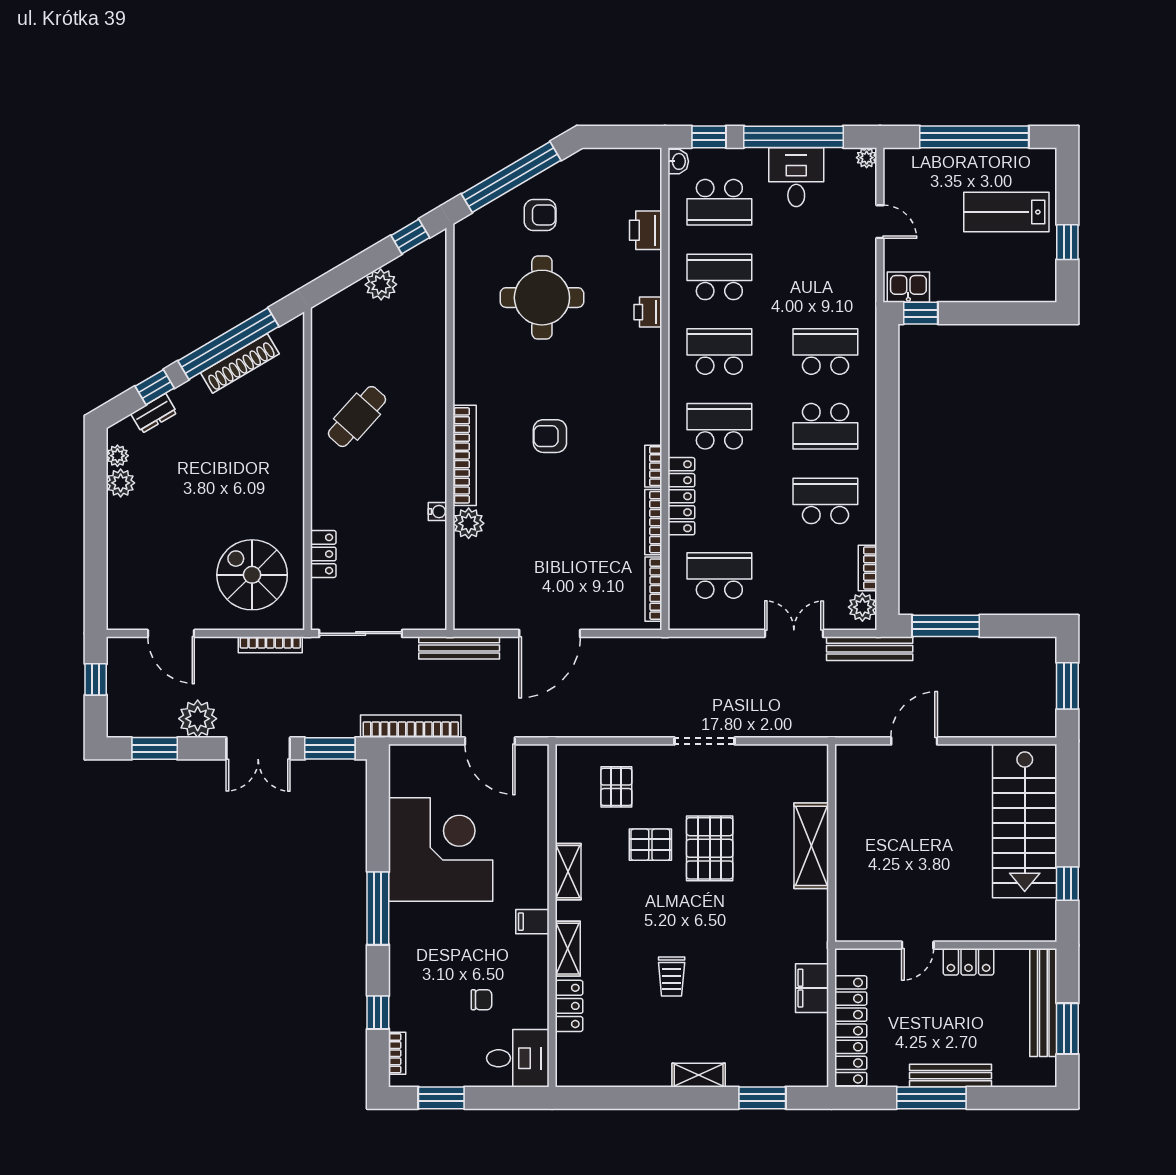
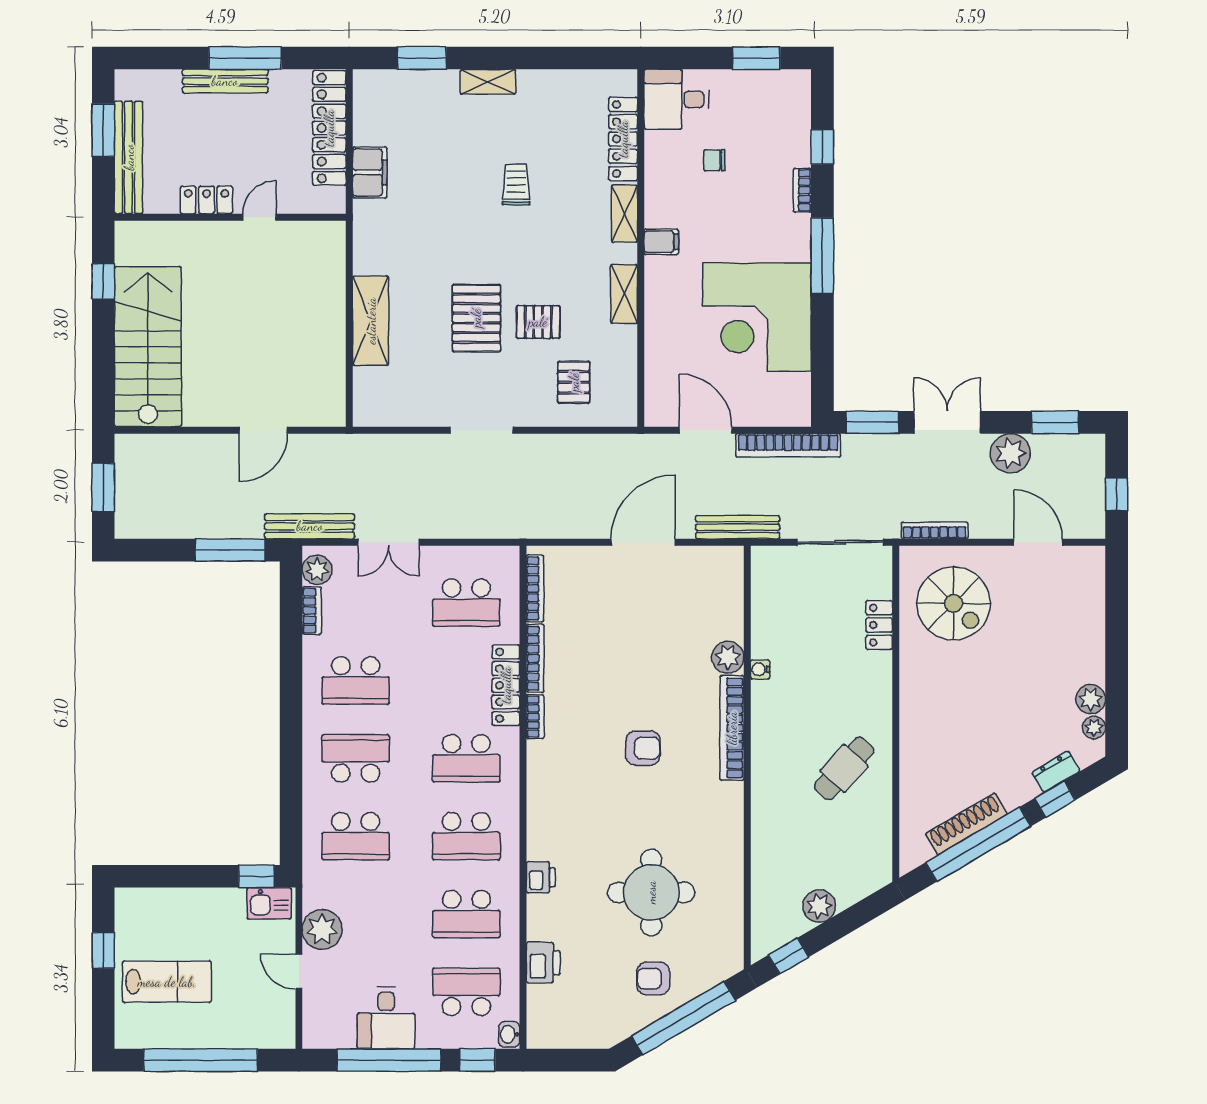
plant: (867, 158) -> (322, 929), moved, width x1.88, depth x1.88
locker: (569, 1006) -> (623, 139), width x1.53
bookcase: (397, 1053) -> (802, 190), moved

